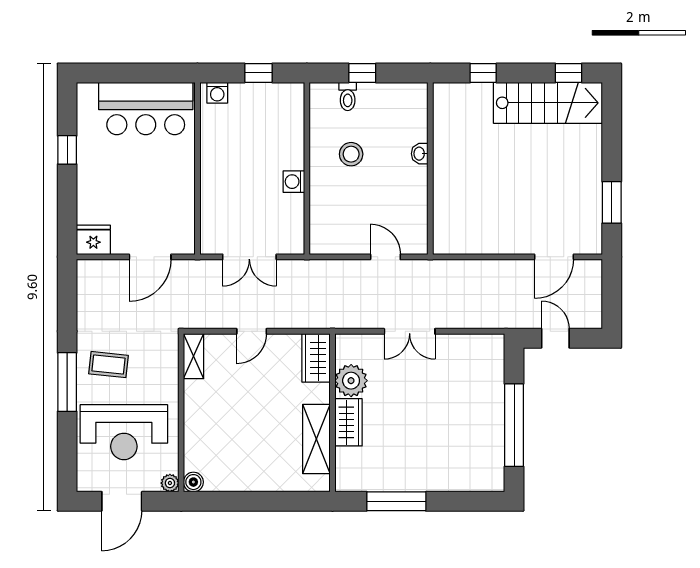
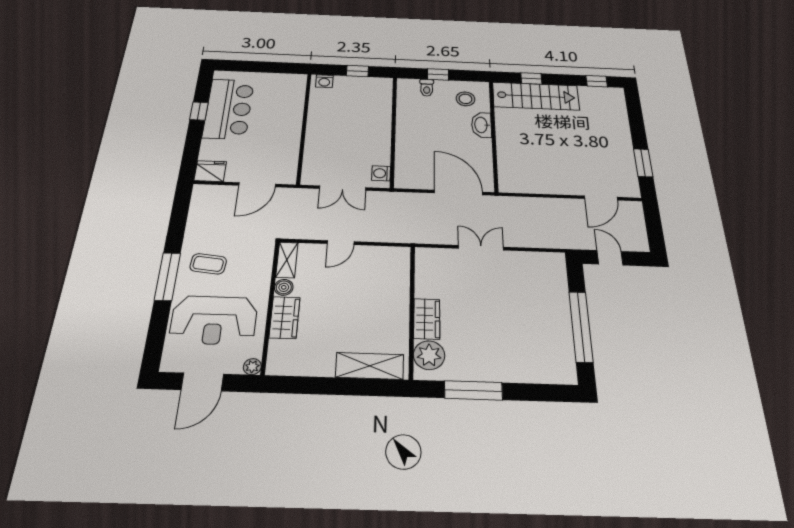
stairs: (548, 103) -> (536, 96), moved
bar counter: (146, 108) -> (229, 109), moved, turned -90
stool: (351, 154) -> (465, 99), moved
washbasin: (420, 154) -> (482, 125), width x1.91, depth x1.45
washing machine: (294, 182) -> (381, 173), moved
door: (385, 257) -> (459, 193), width x1.88
double door: (410, 331) -> (481, 248), swing flipped
wardrobe: (316, 358) -> (285, 318), moved, turned 180
plant: (351, 381) -> (429, 355), moved
shelving: (316, 439) -> (370, 366), moved, turned 90
boiler: (193, 482) -> (284, 287), moved

